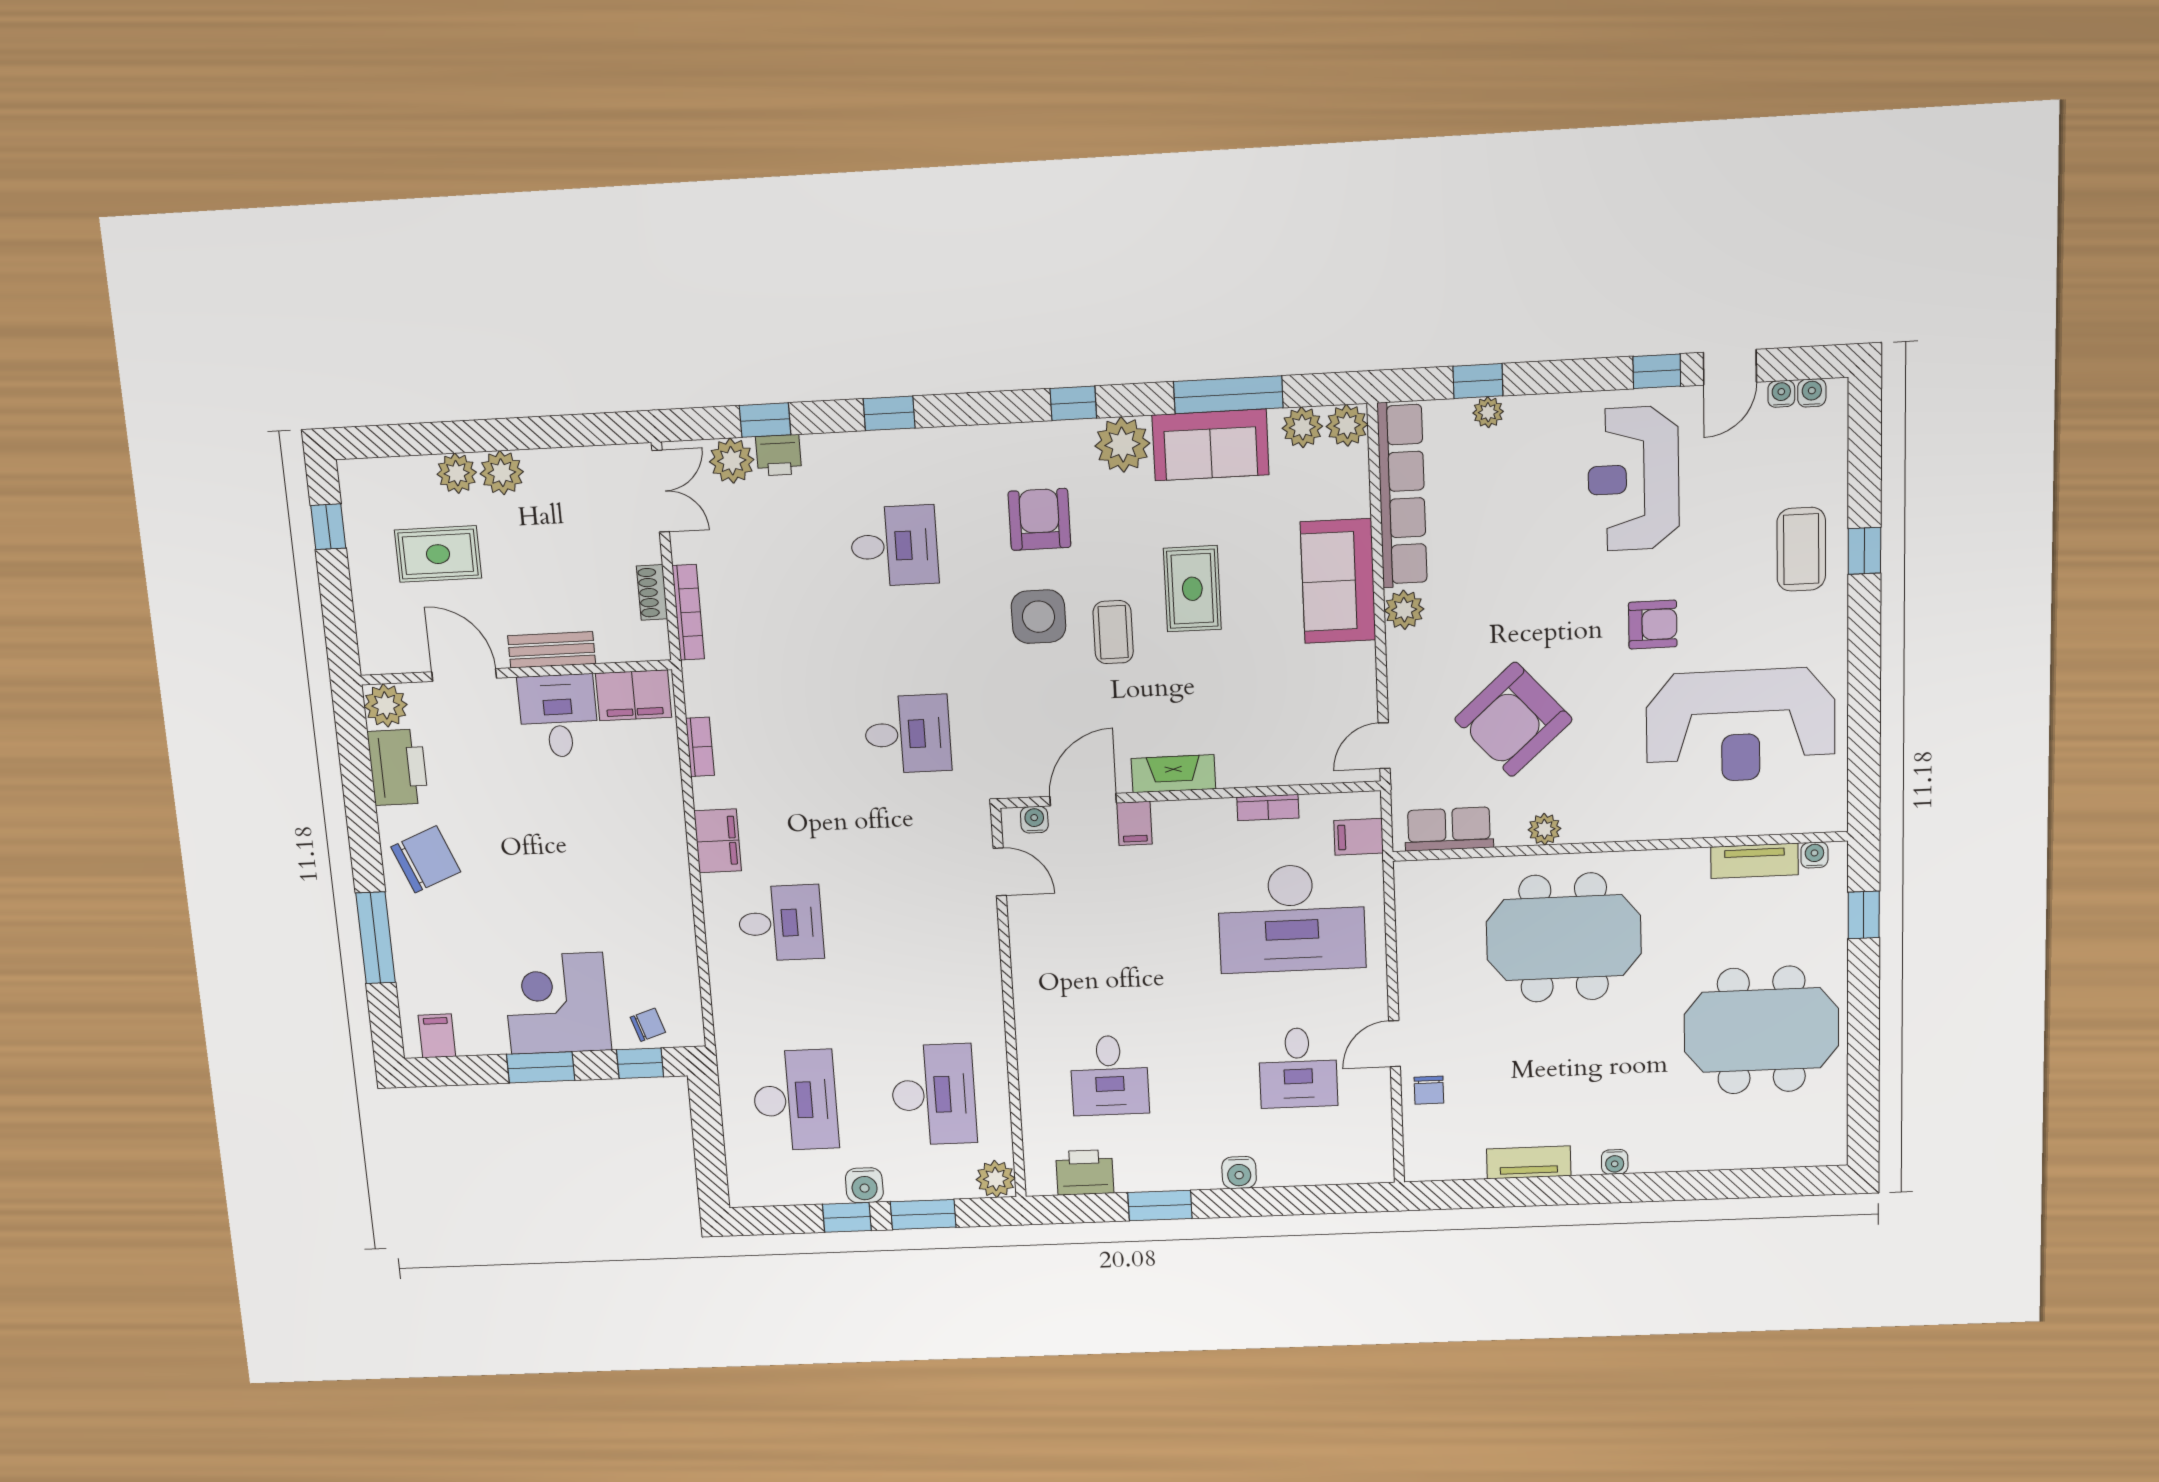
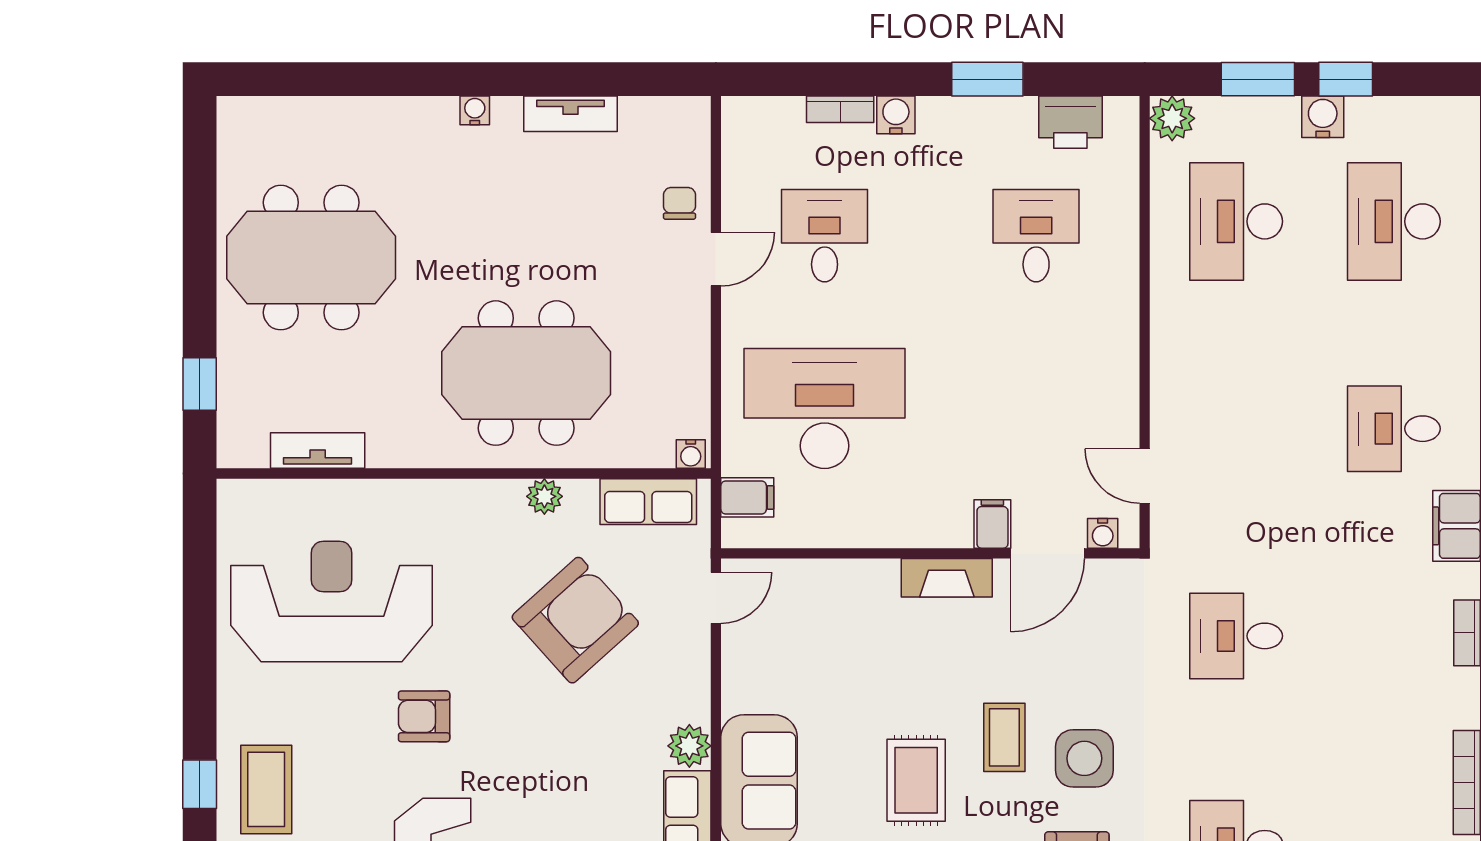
bookcase: (1268, 808) -> (840, 109), moved, turned 180
water cooler: (1814, 855) -> (691, 454), moved

